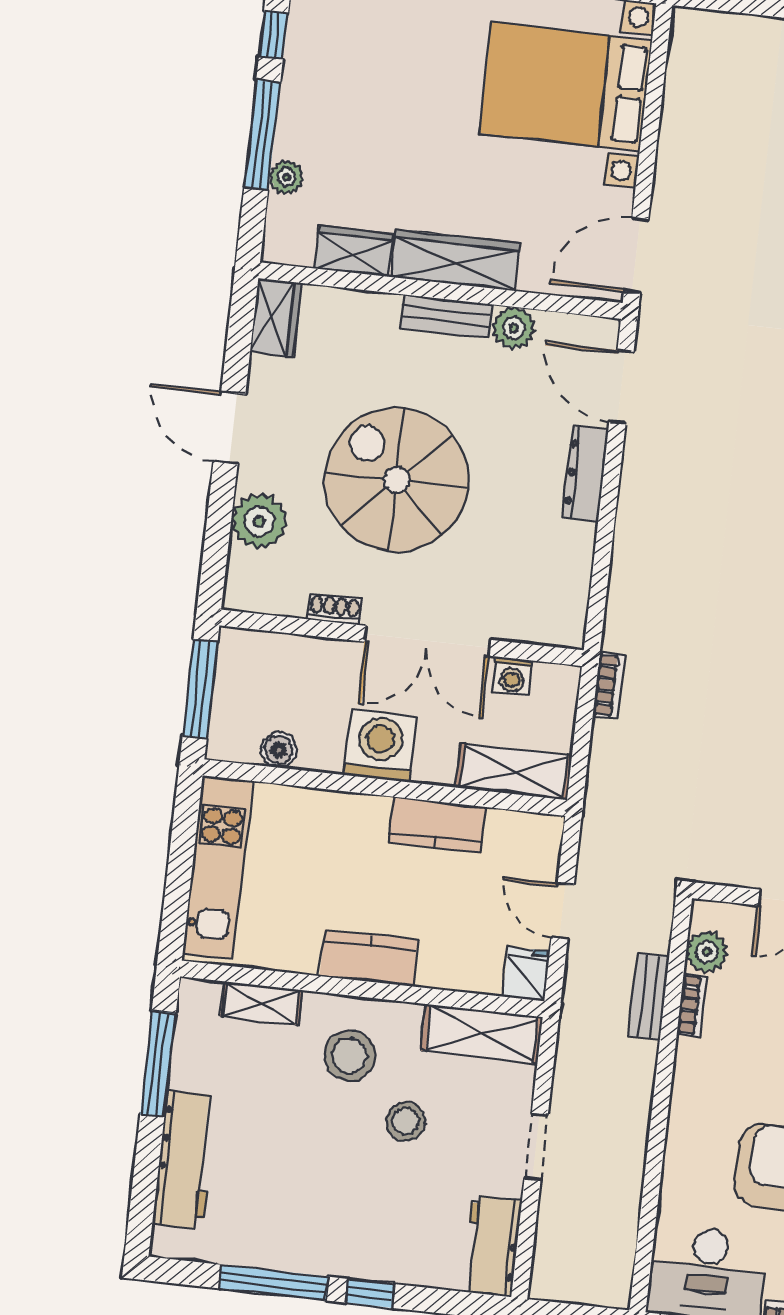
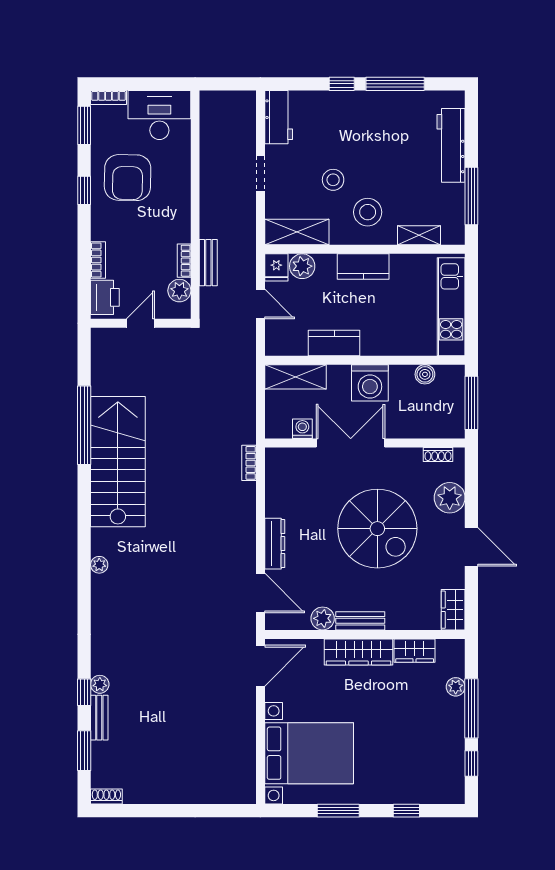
shoe rack: (335, 609) -> (438, 454), moved
bookcase: (609, 685) -> (249, 463), moved
plant: (479, 971) -> (302, 266), added

